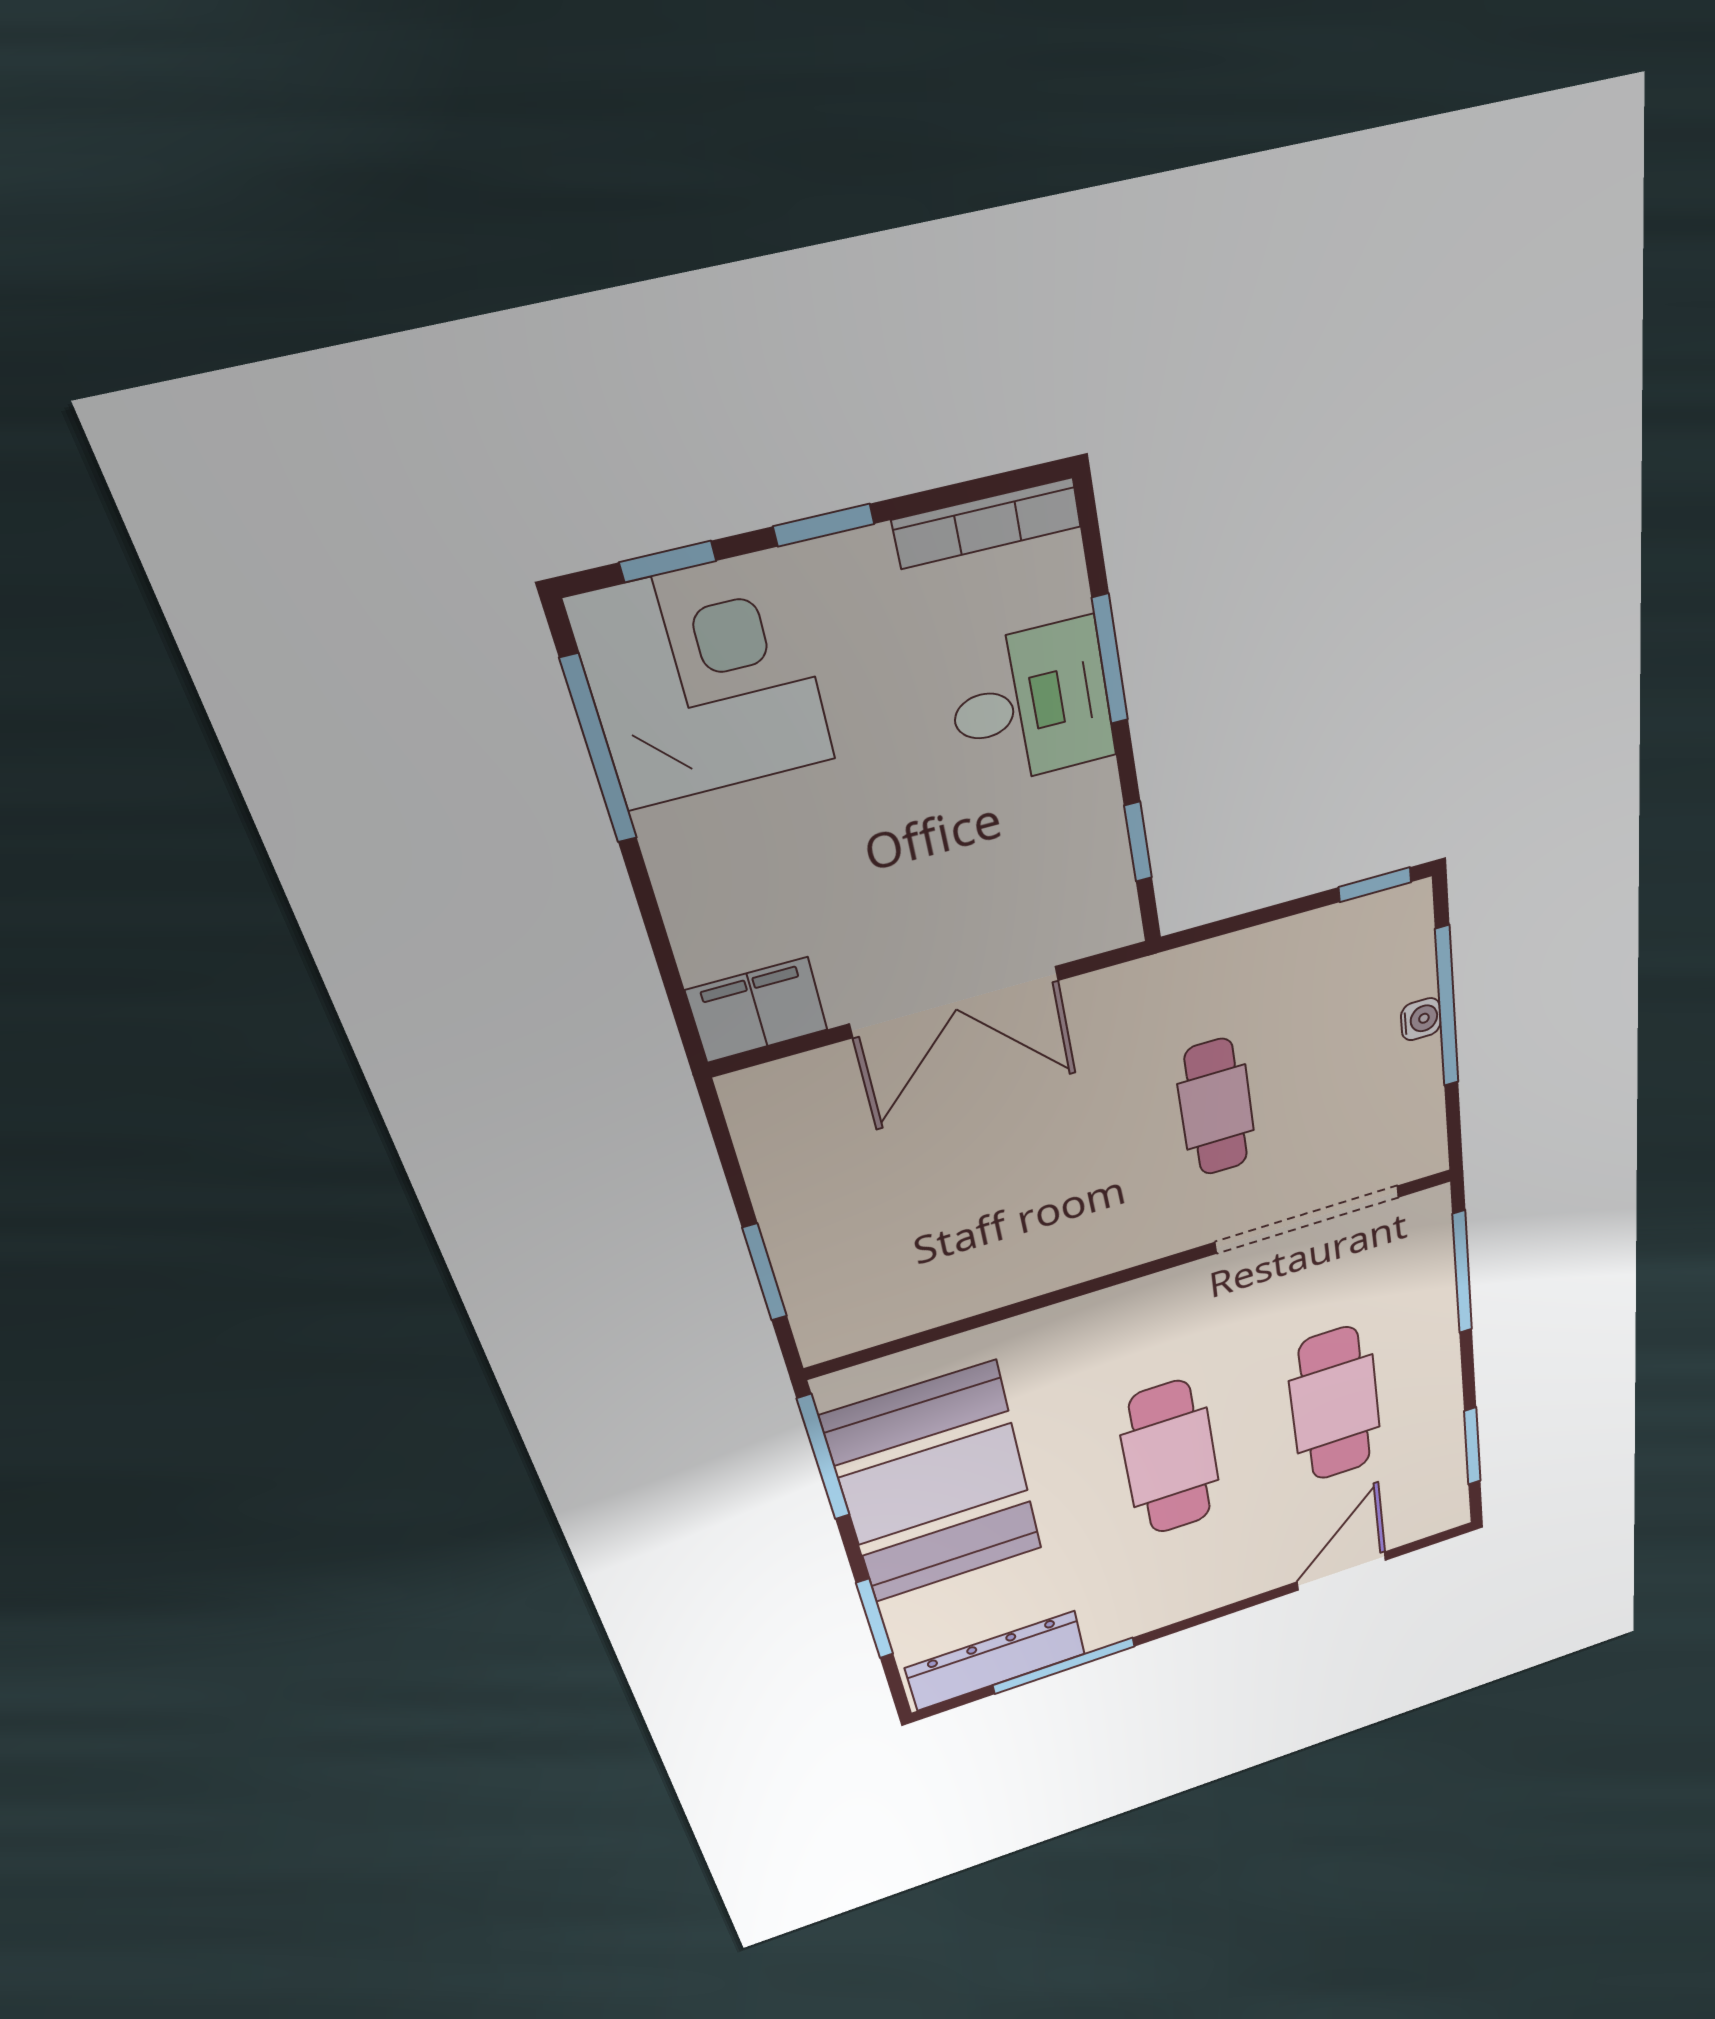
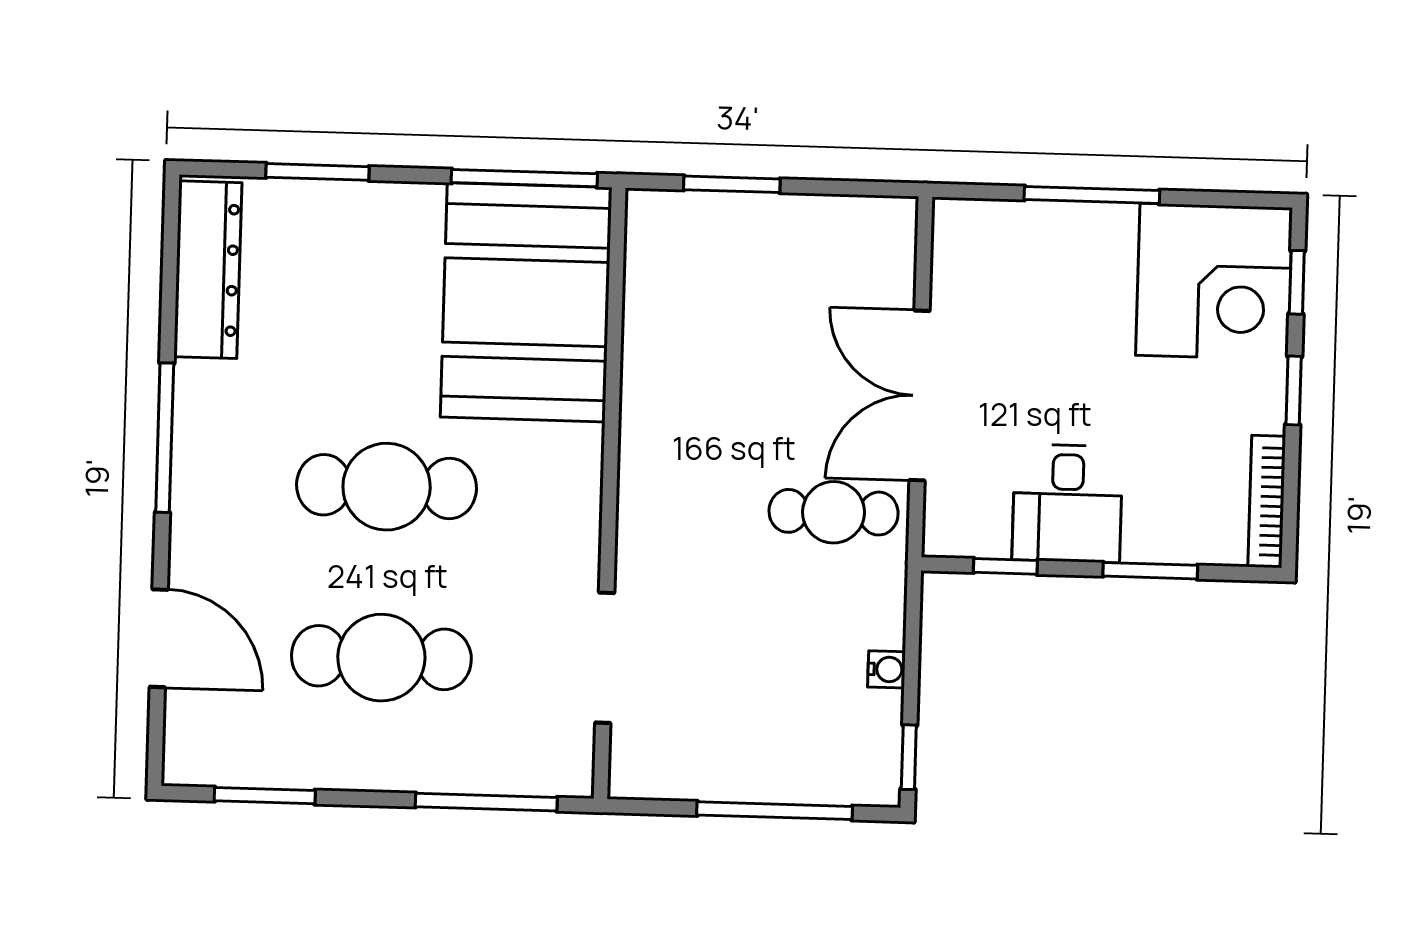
desk: (1031, 704) -> (1067, 503), moved
window: (599, 750) -> (1092, 195), moved
filing cabinet: (757, 1010) -> (963, 246), removed
water cooler: (1421, 1019) -> (886, 669), moved, turned -90
cafe table: (1216, 1107) -> (834, 512), moved
doorway: (1308, 1219) -> (605, 658), width x0.73
booth: (935, 1484) -> (526, 302), moved, turned 90
window: (1064, 1666) -> (165, 438), moved

